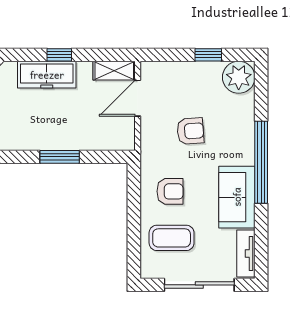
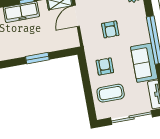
armchair: (190, 131) -> (110, 29), turned 94
armchair: (170, 191) -> (105, 66), turned -90

